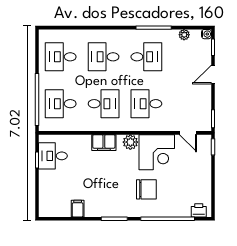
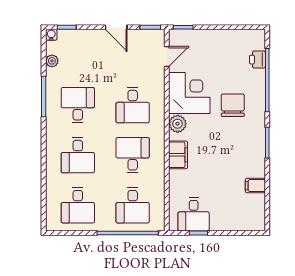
door: (213, 74) -> (116, 27), moved
printer: (199, 210) -> (257, 60), moved

